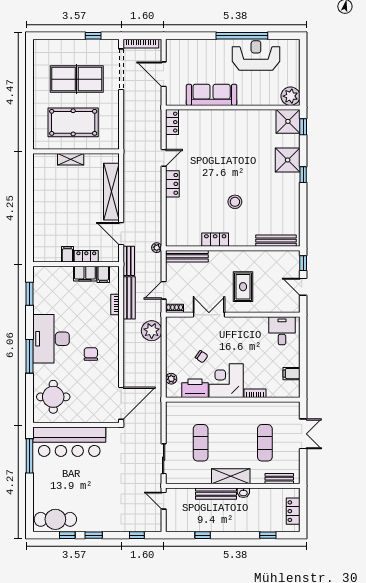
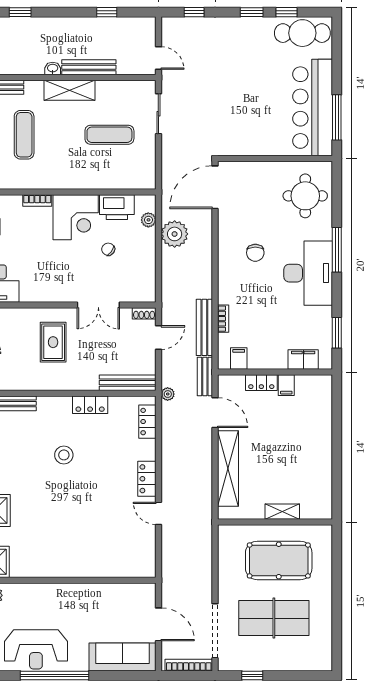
sofa: (212, 95) -> (123, 657), moved, turned 180
locker: (172, 122) -> (147, 422), moved
door: (164, 158) -> (158, 513), hinge flipped
filing cabinet: (85, 274) -> (303, 359), moved
plant: (152, 331) -> (175, 234), moved
bar counter: (69, 442) -> (313, 108), moved, turned -90
exercise mat: (201, 443) -> (109, 135), turned 90

